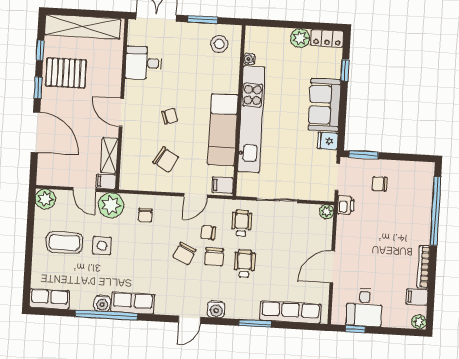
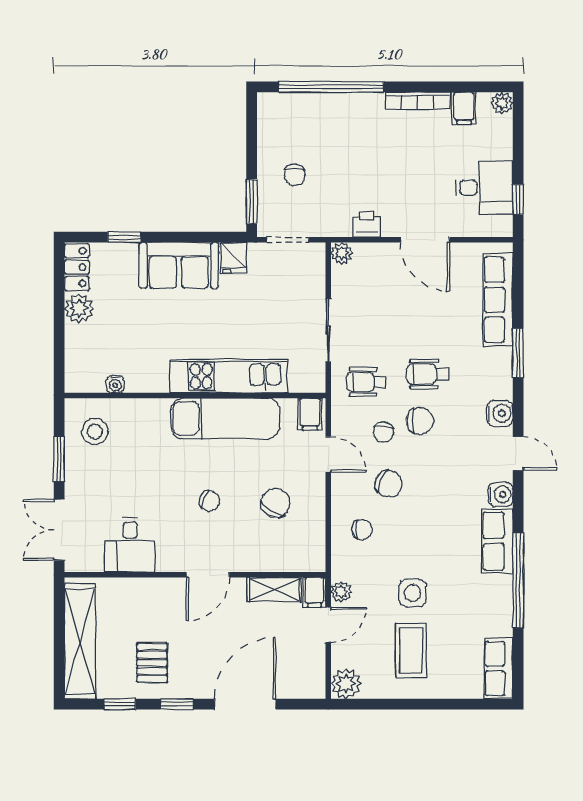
pallet: (66, 73) -> (152, 663), width x0.67, depth x0.71
chair: (170, 116) -> (209, 501), turned 130
kitchen unit: (251, 119) -> (229, 376), width x0.73
plant: (111, 205) -> (341, 592), width x0.53, depth x0.53
printer: (346, 205) -> (367, 225), moved
chair: (184, 254) -> (388, 484), moved
water cooler: (102, 303) -> (501, 494), moved

